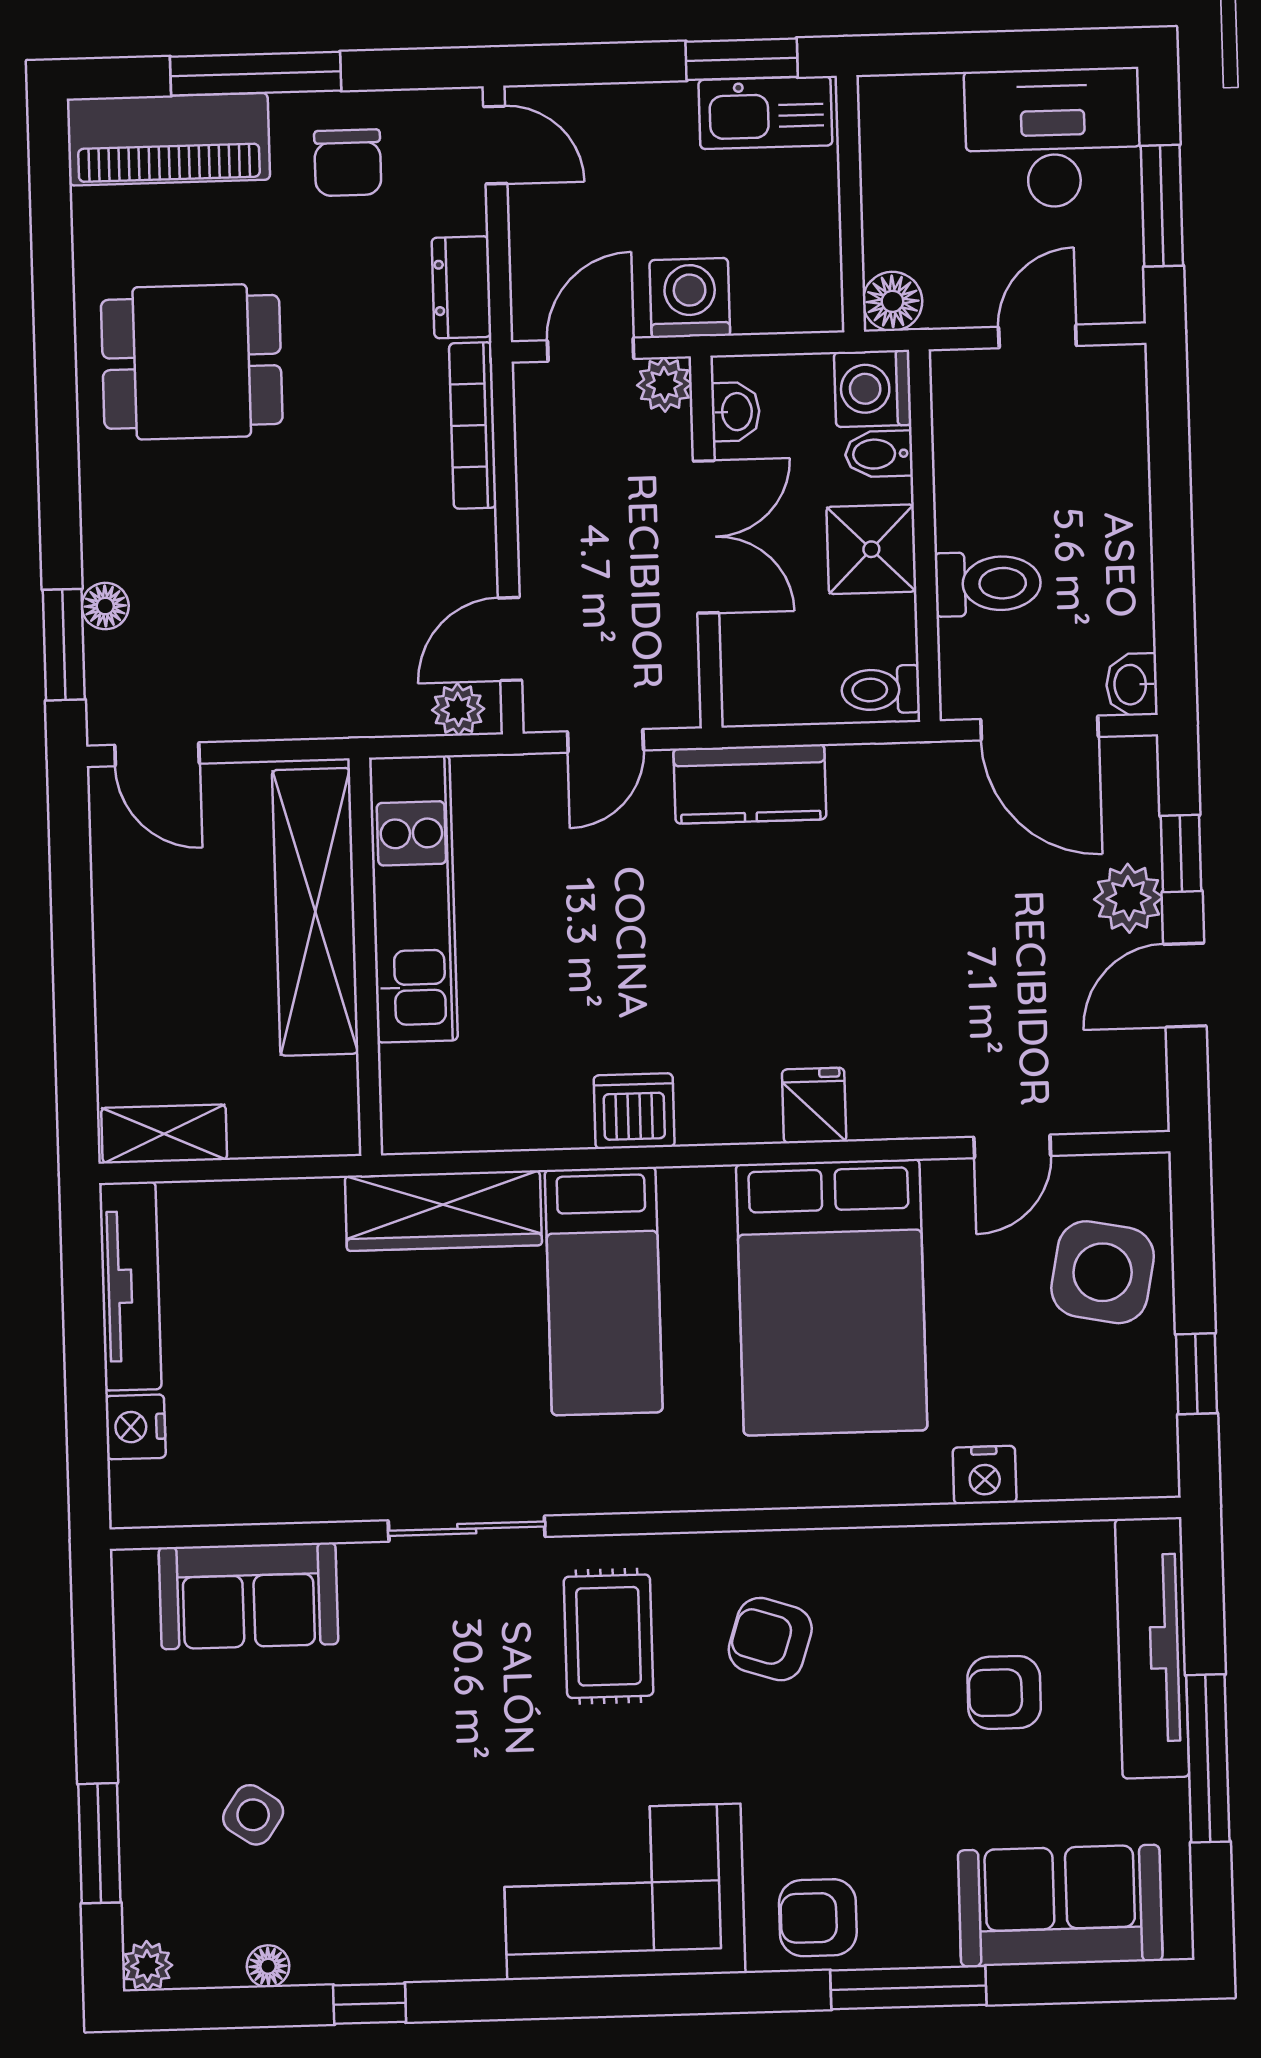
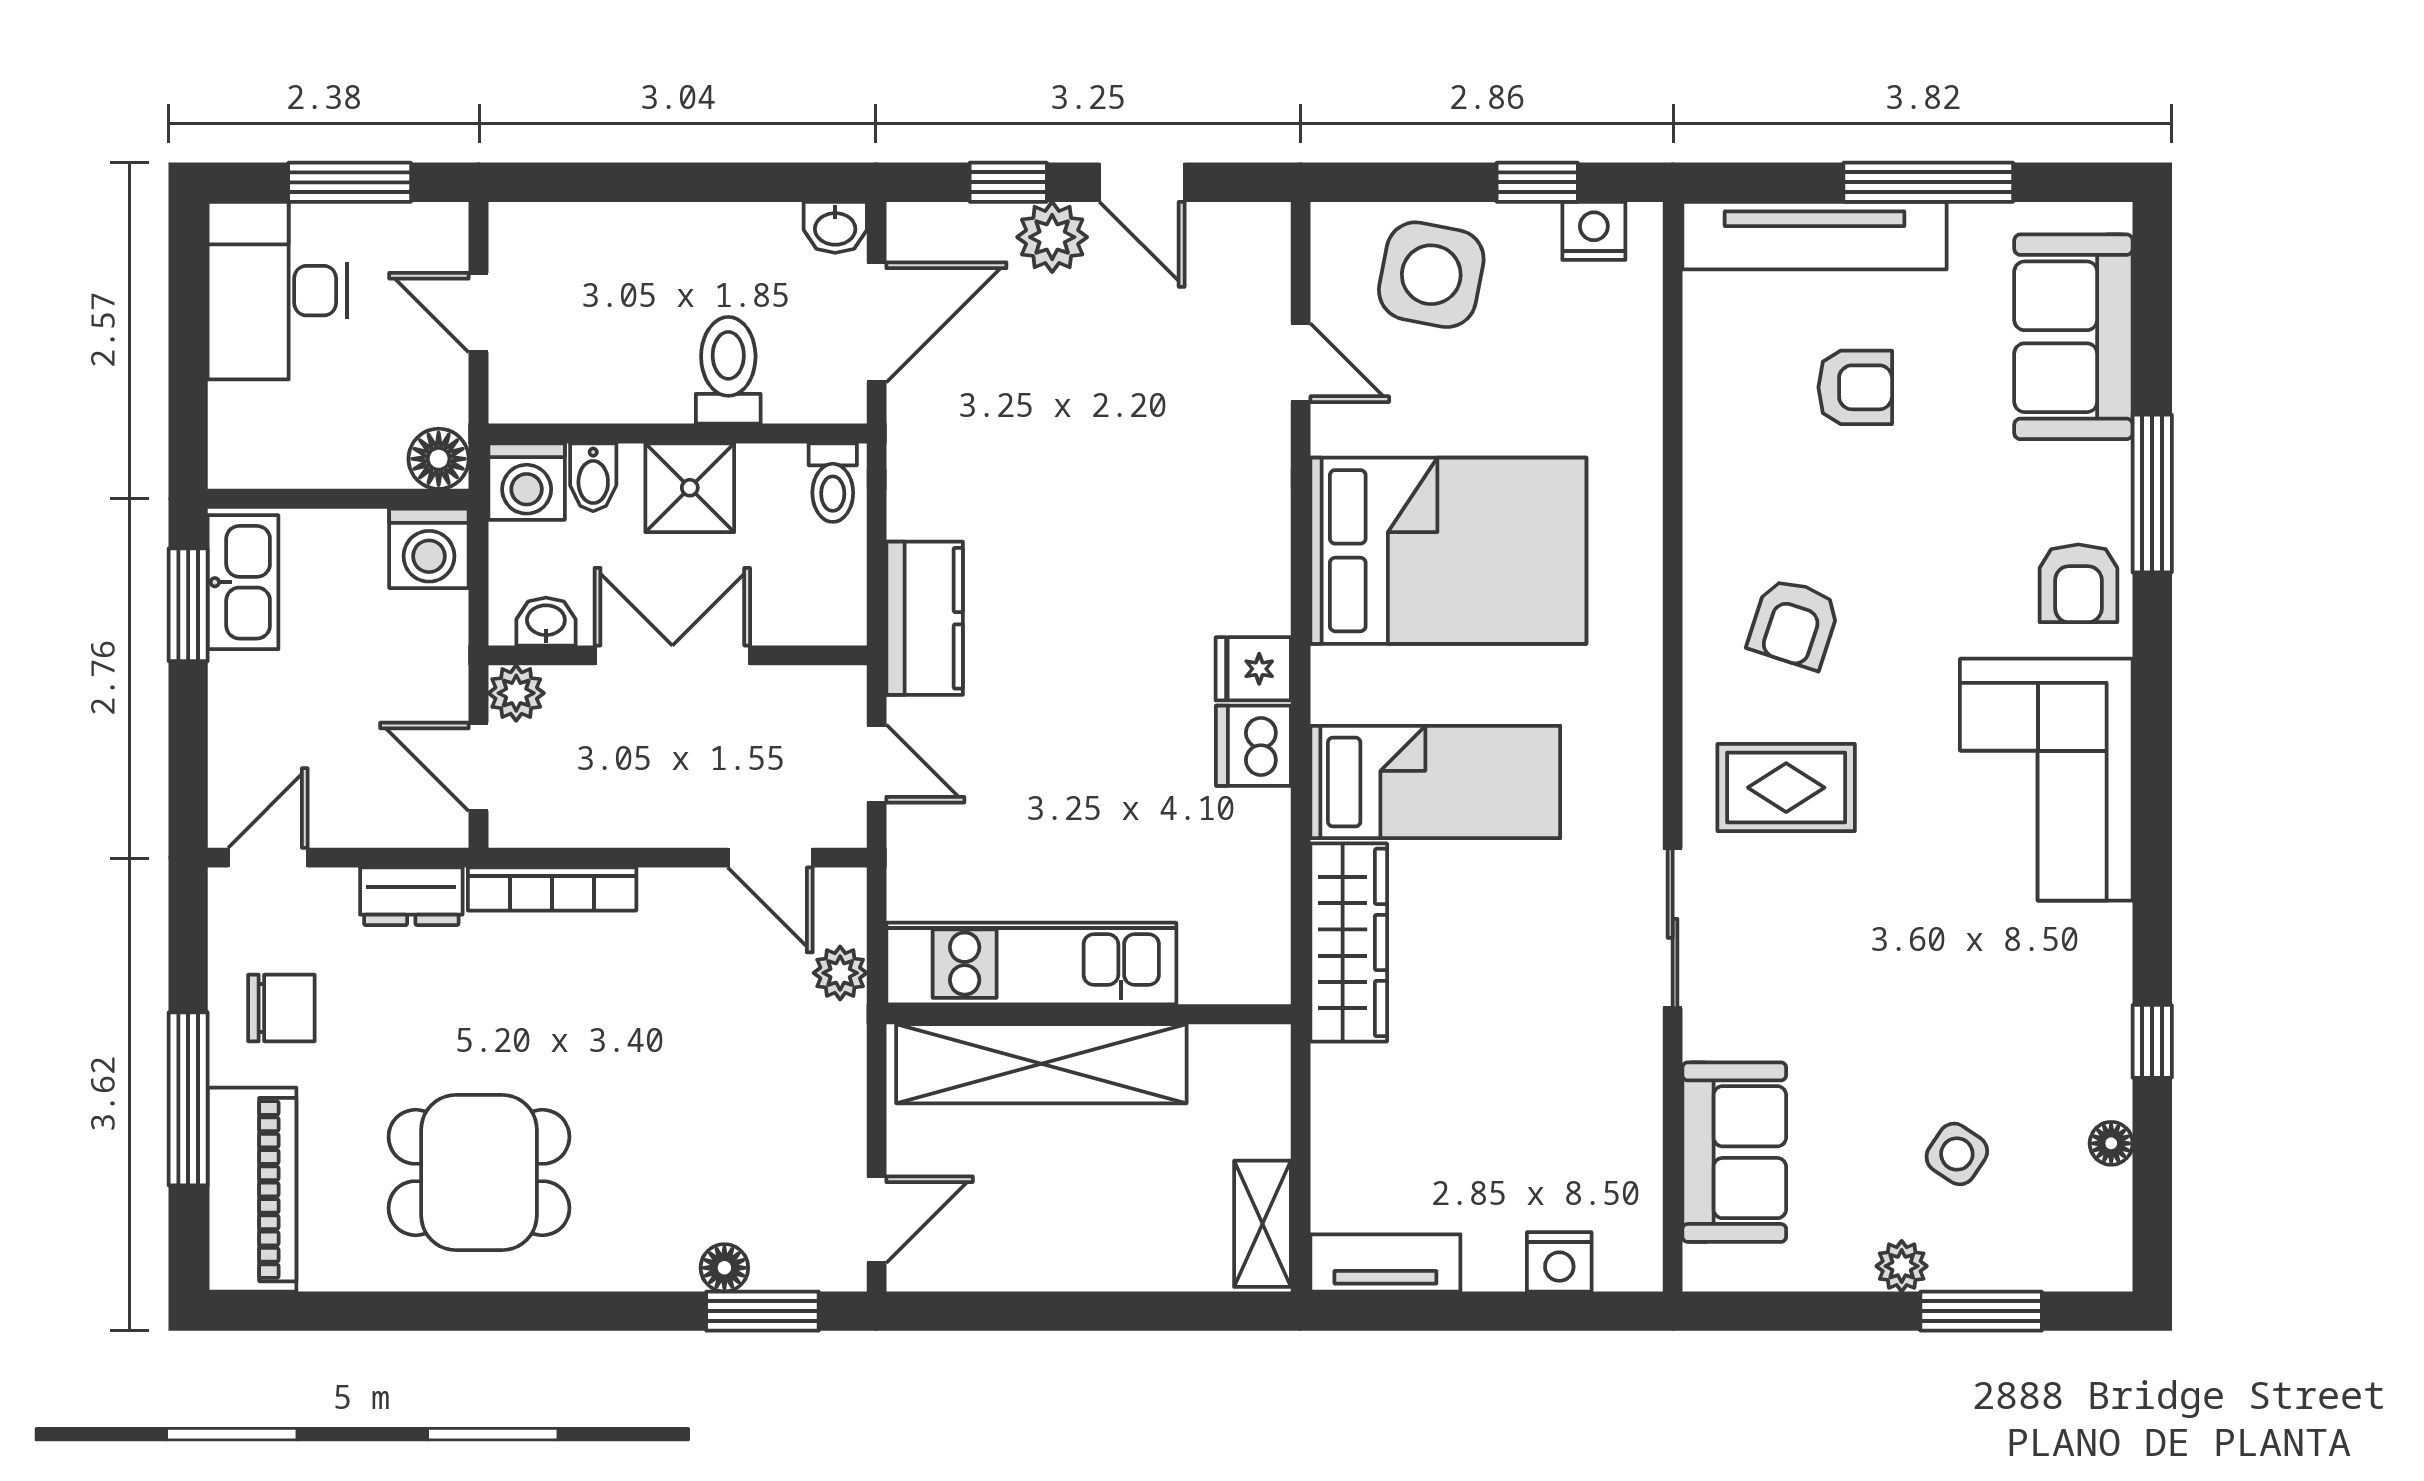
washing machine: (690, 298) -> (429, 548), moved, turned -90
dining table: (192, 362) -> (479, 1173), turned 90
plant: (458, 709) -> (840, 973), moved
fridge: (814, 1106) -> (1253, 669), moved
tv unit: (130, 1286) -> (1385, 1263), width x0.71
nightstand: (985, 1475) -> (1594, 231), moved, turned -90
armchair: (1004, 1692) -> (1855, 387), turned -90
plant: (147, 1966) -> (1902, 1266), moved

